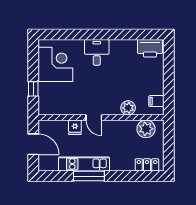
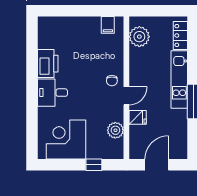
printer: (150, 48) -> (48, 64), moved
chair: (107, 105) -> (112, 81), added
plant: (128, 108) -> (115, 130), moved
kitchen unit: (84, 164) -> (179, 79), moved

